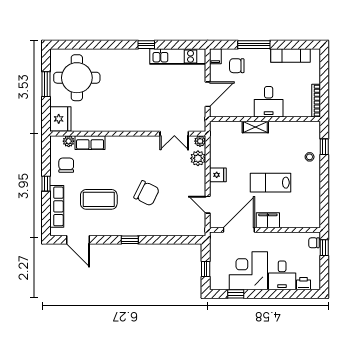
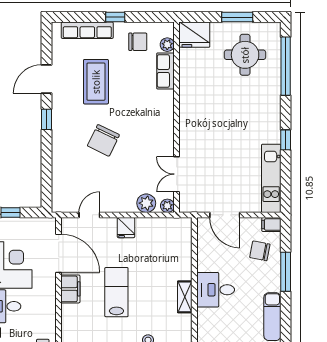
window: (86, 45) -> (286, 66), added
chair: (237, 66) -> (260, 251), turned -79
round table: (77, 78) -> (245, 55), width x0.73, depth x0.73
shelving: (255, 127) -> (185, 297), moved
door: (78, 240) -> (46, 79), moved

